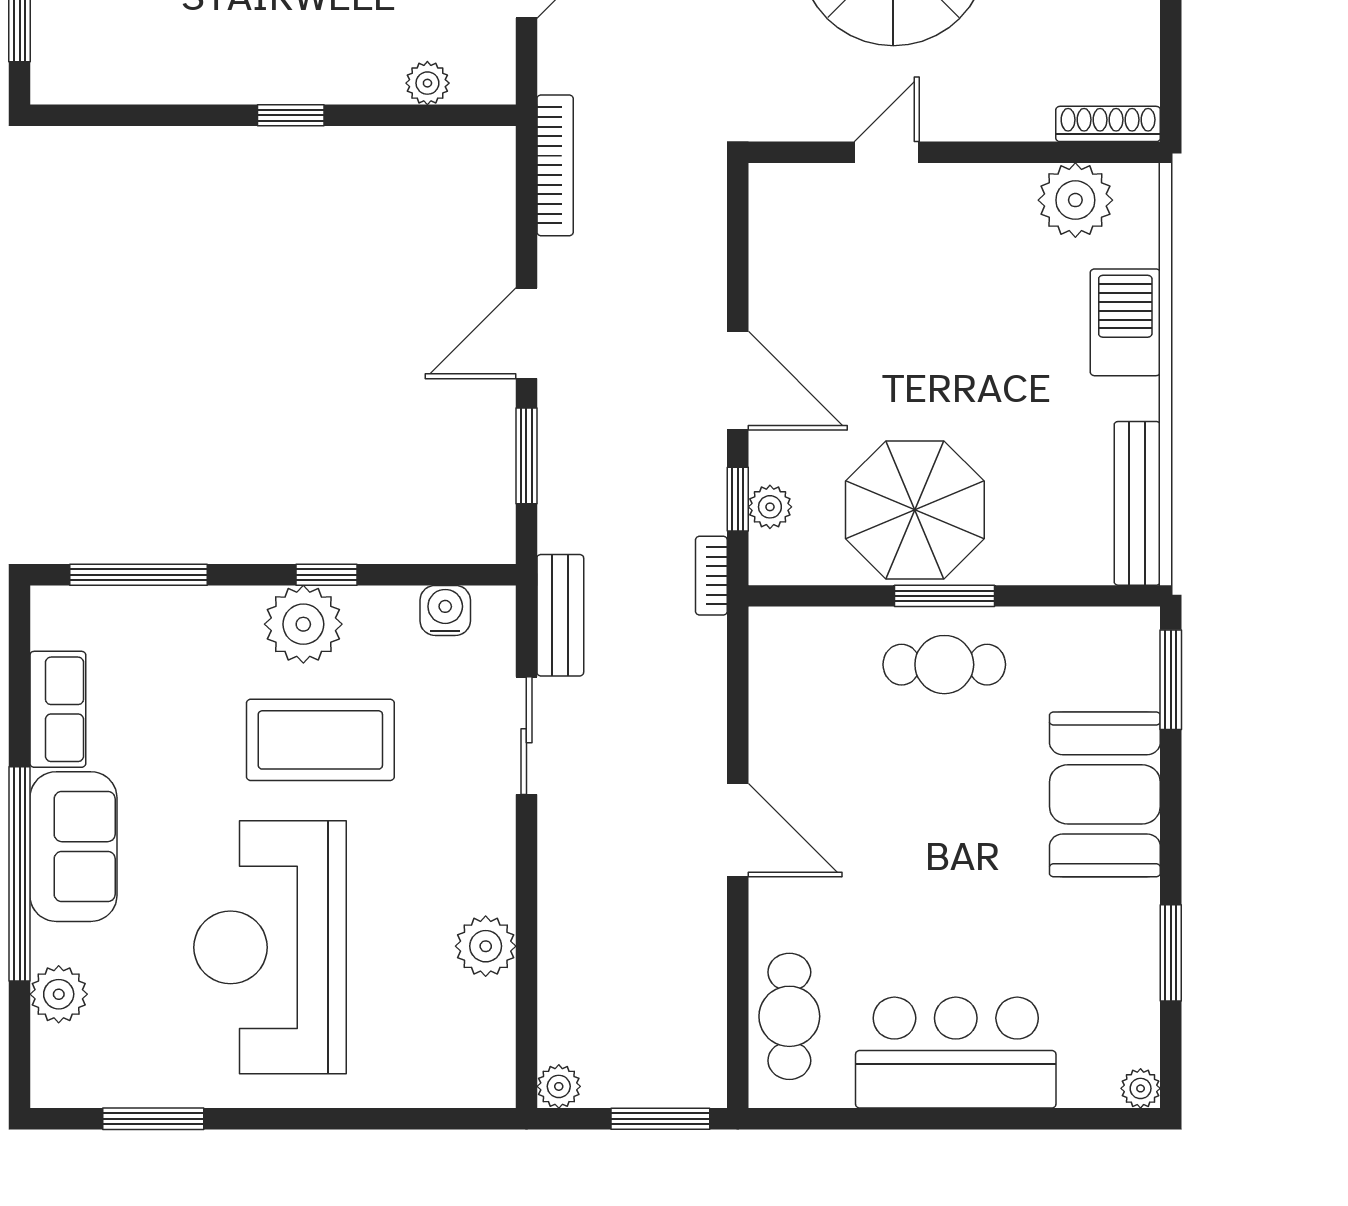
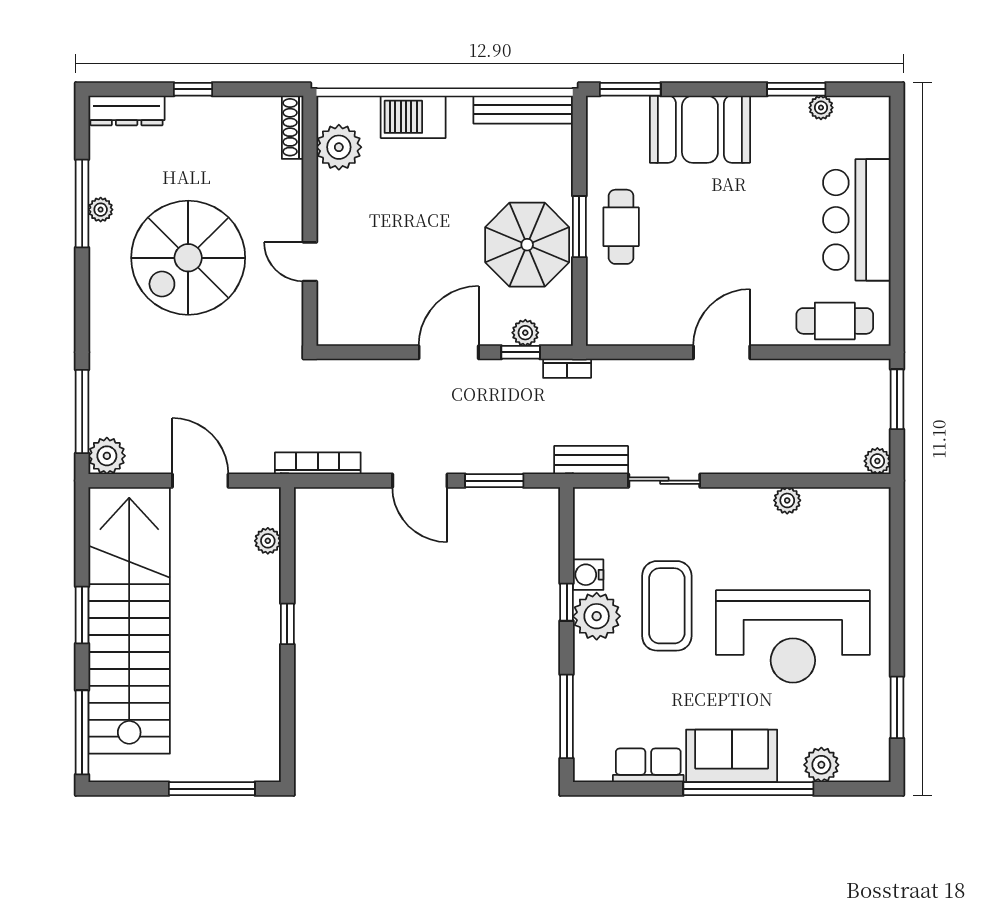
water cooler: (445, 610) -> (588, 575), moved
plant: (486, 946) -> (787, 500), width x0.73, depth x0.73
plant: (1141, 1088) -> (821, 108), moved

